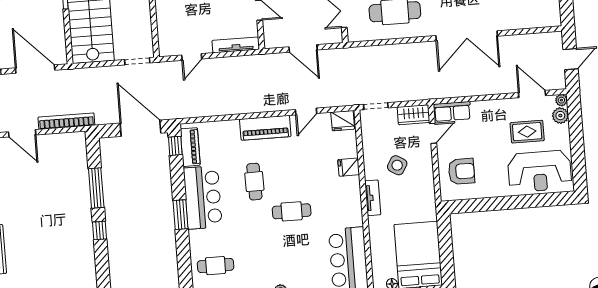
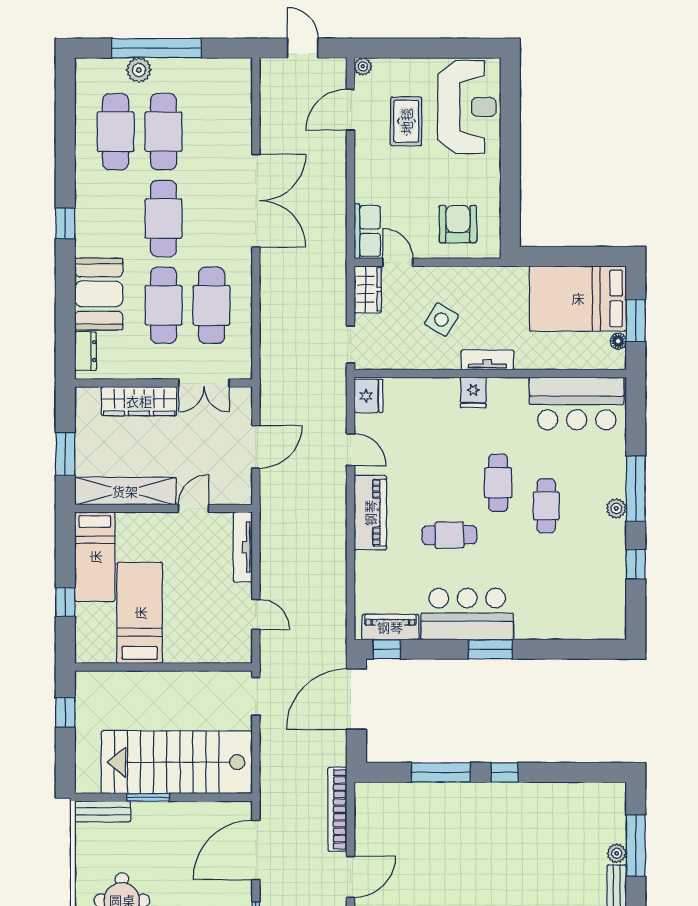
plant: (560, 116) -> (386, 70), removed
fridge: (349, 167) -> (473, 392), moved
cafe table: (216, 266) -> (546, 506), moved

